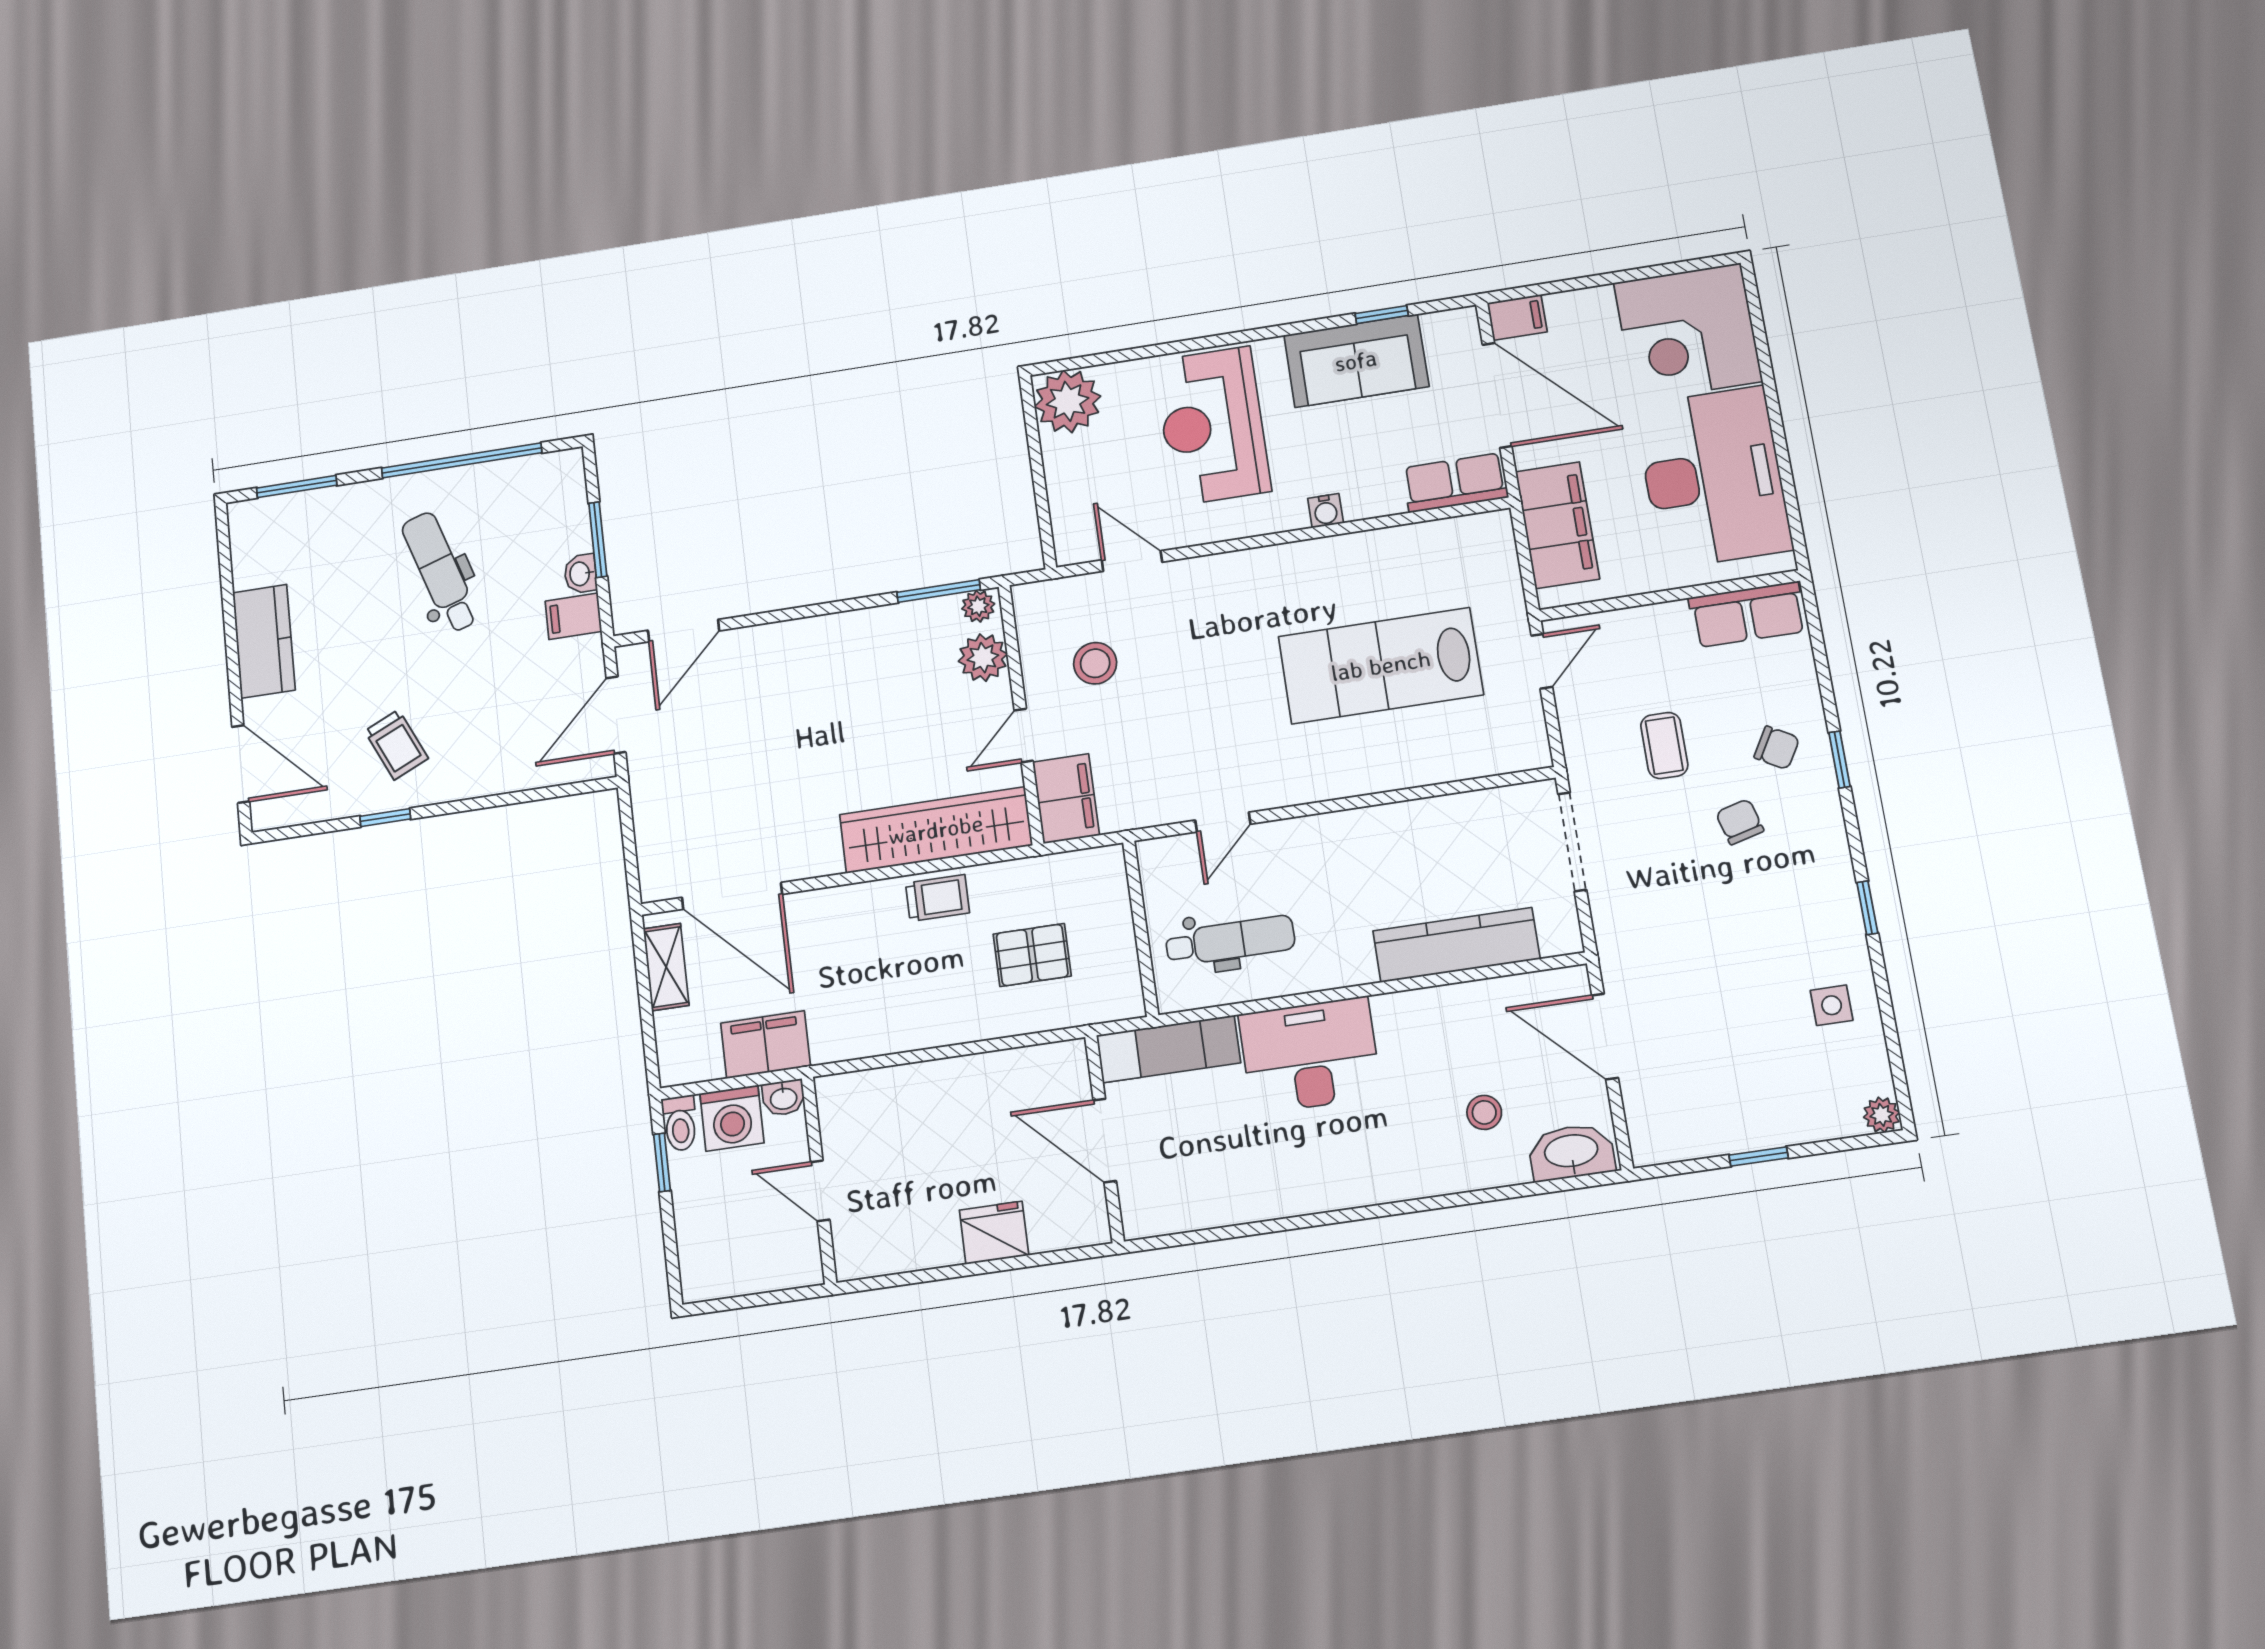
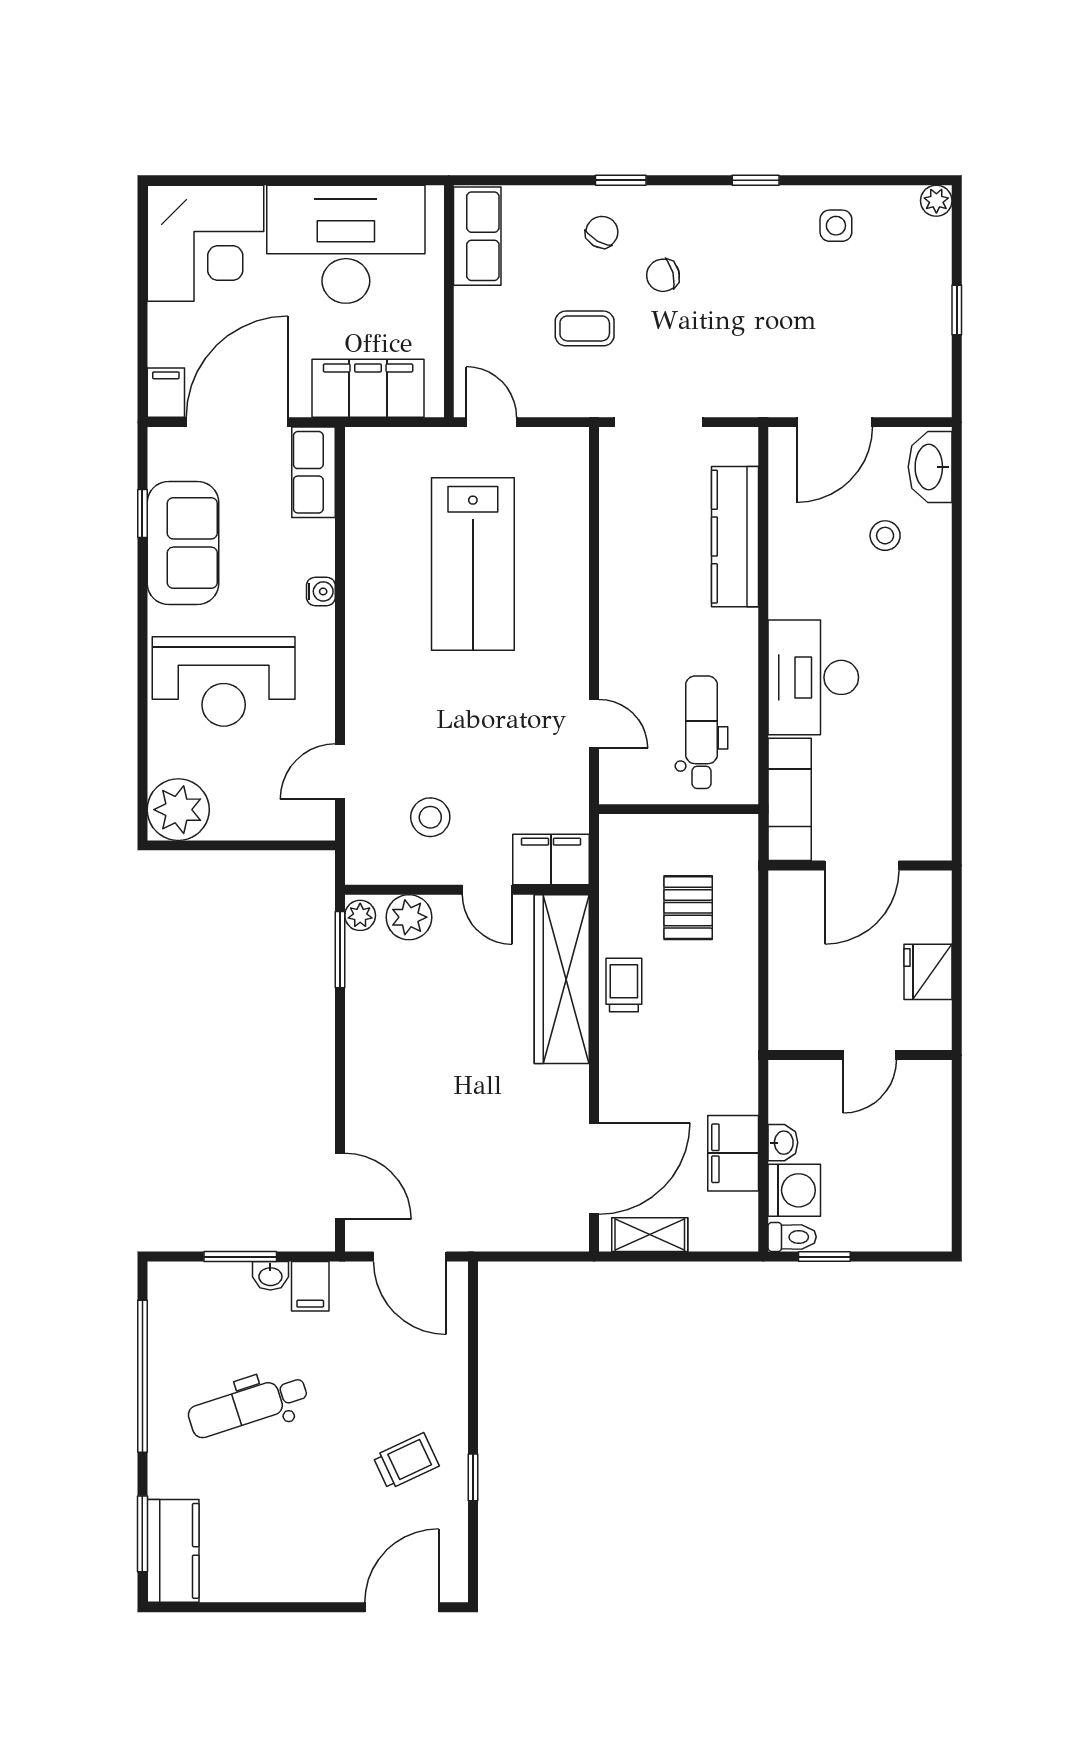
kitchen counter: (264, 641) -> (173, 1551), moved, turned 90
wall: (819, 1180) -> (860, 1055), moved
door: (820, 1191) -> (870, 1055), moved

